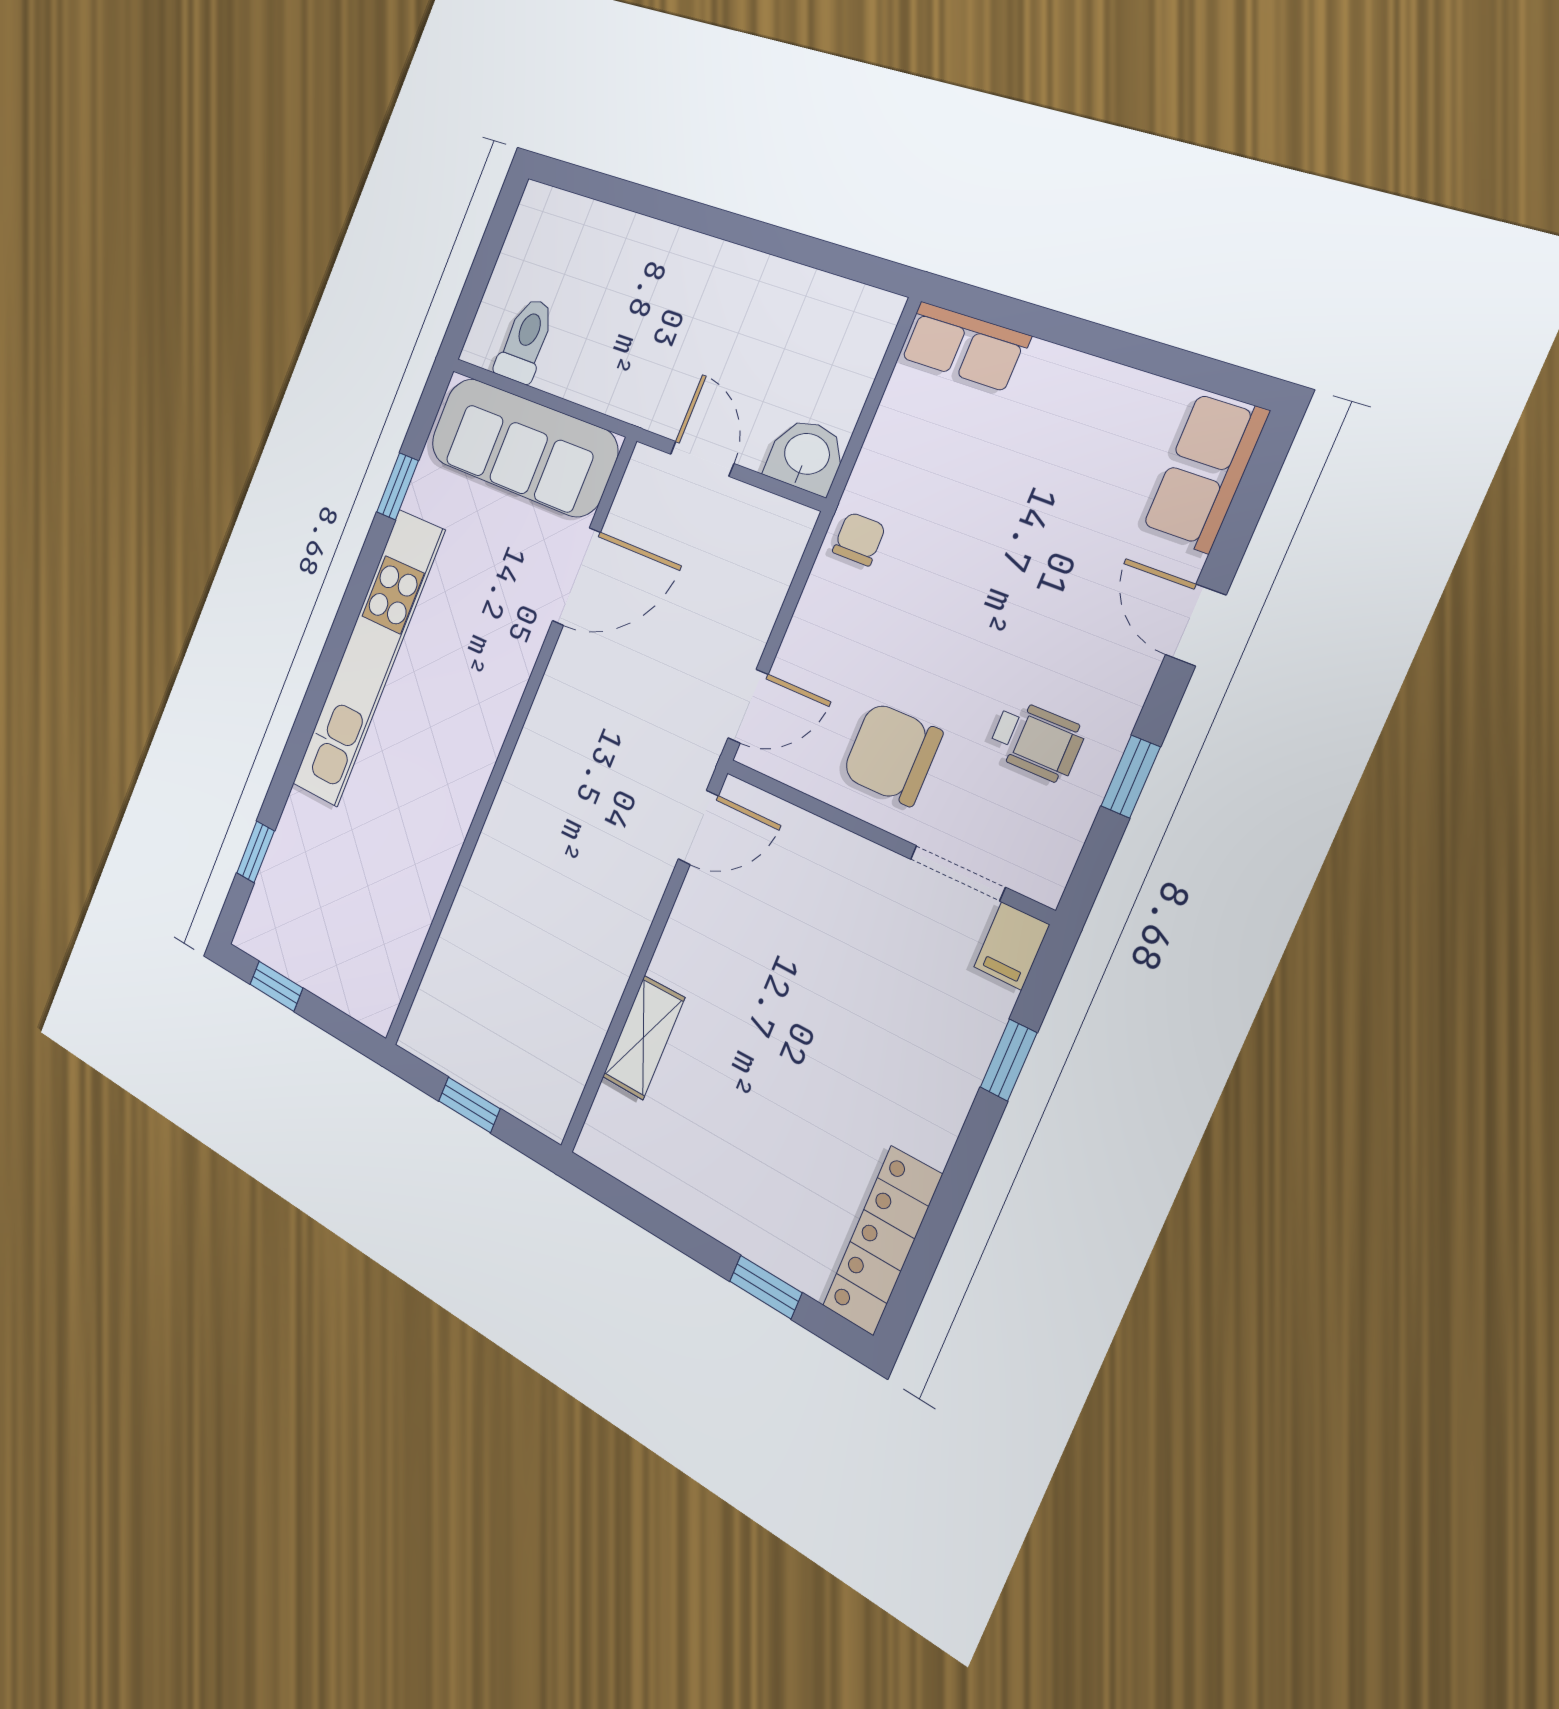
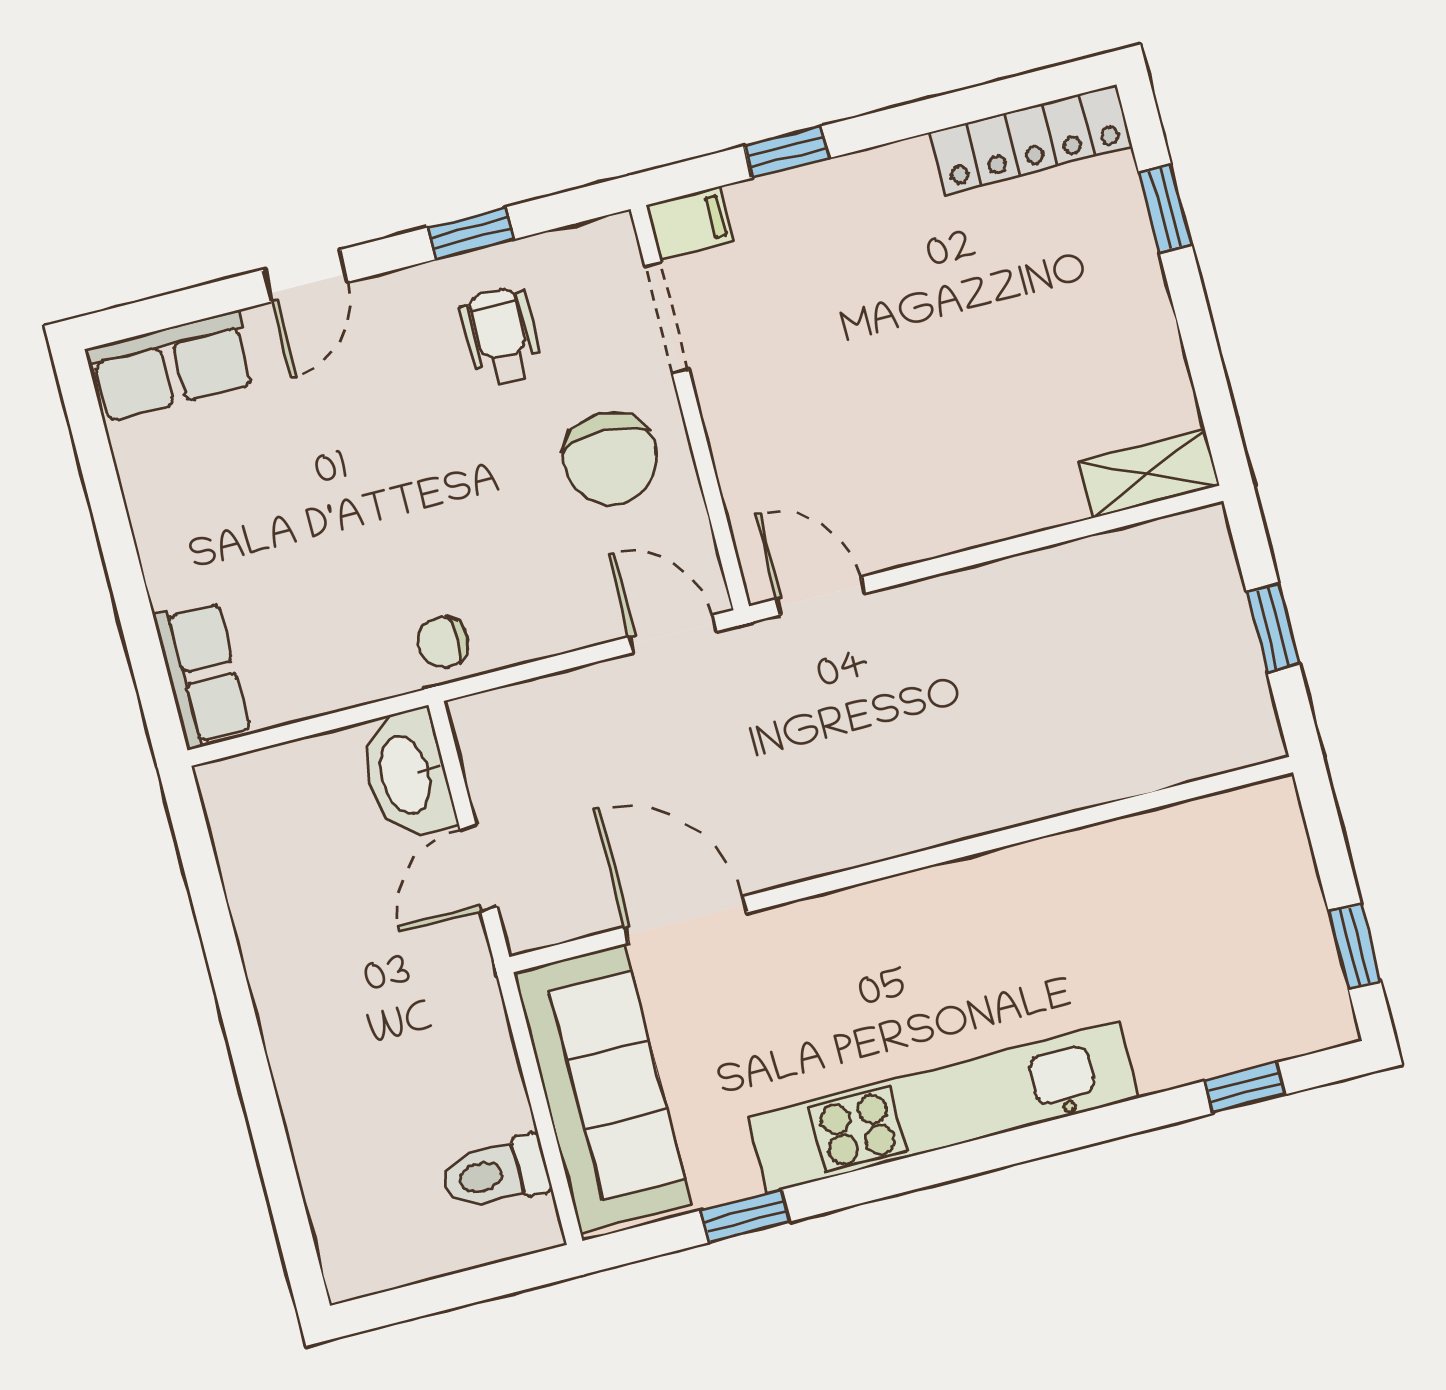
washbasin: (806, 456) -> (407, 774), width x1.38
shelving: (644, 1037) -> (1149, 473), moved

